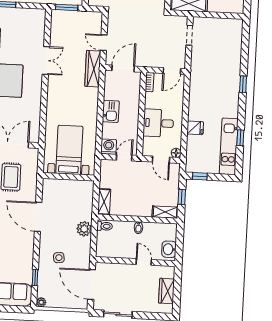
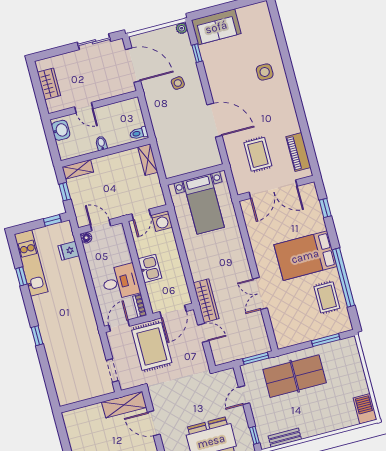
rug: (150, 45) -> (152, 346), added
kitchen sink: (111, 111) -> (150, 268), moved, turned 180
desk: (158, 123) -> (121, 282), moved
fridge: (195, 128) -> (69, 251), moved
plant: (84, 229) -> (160, 123), removed

